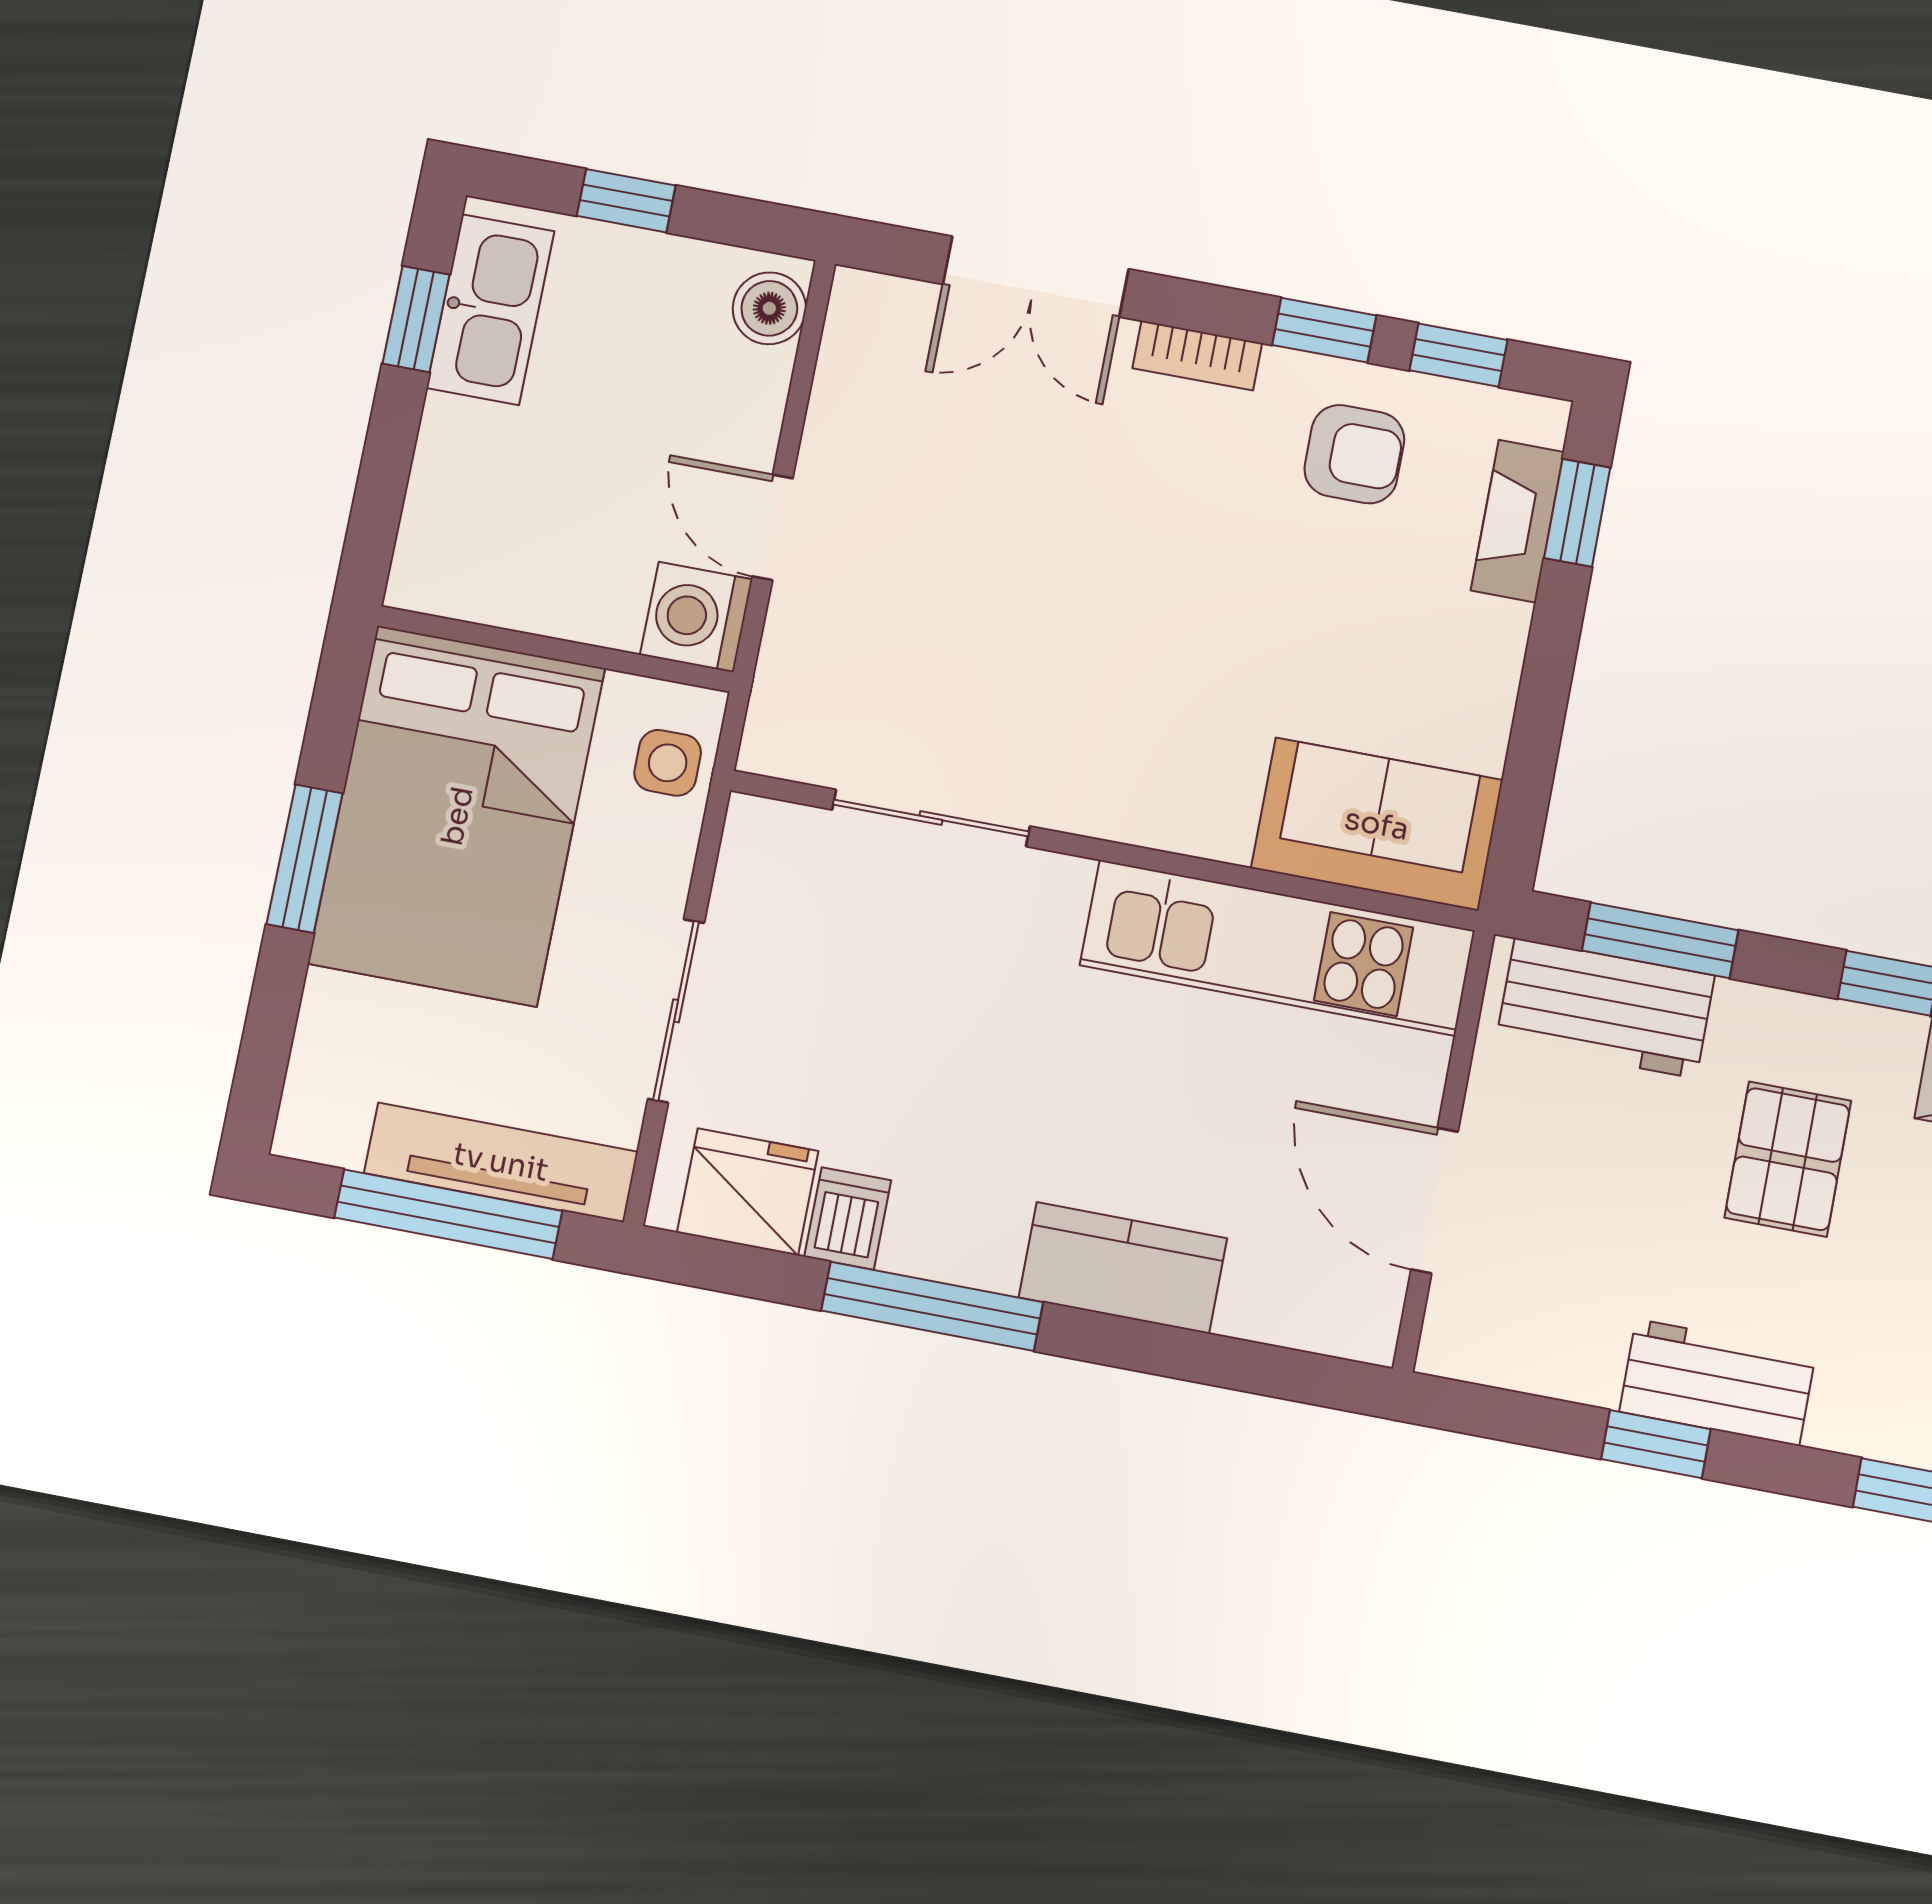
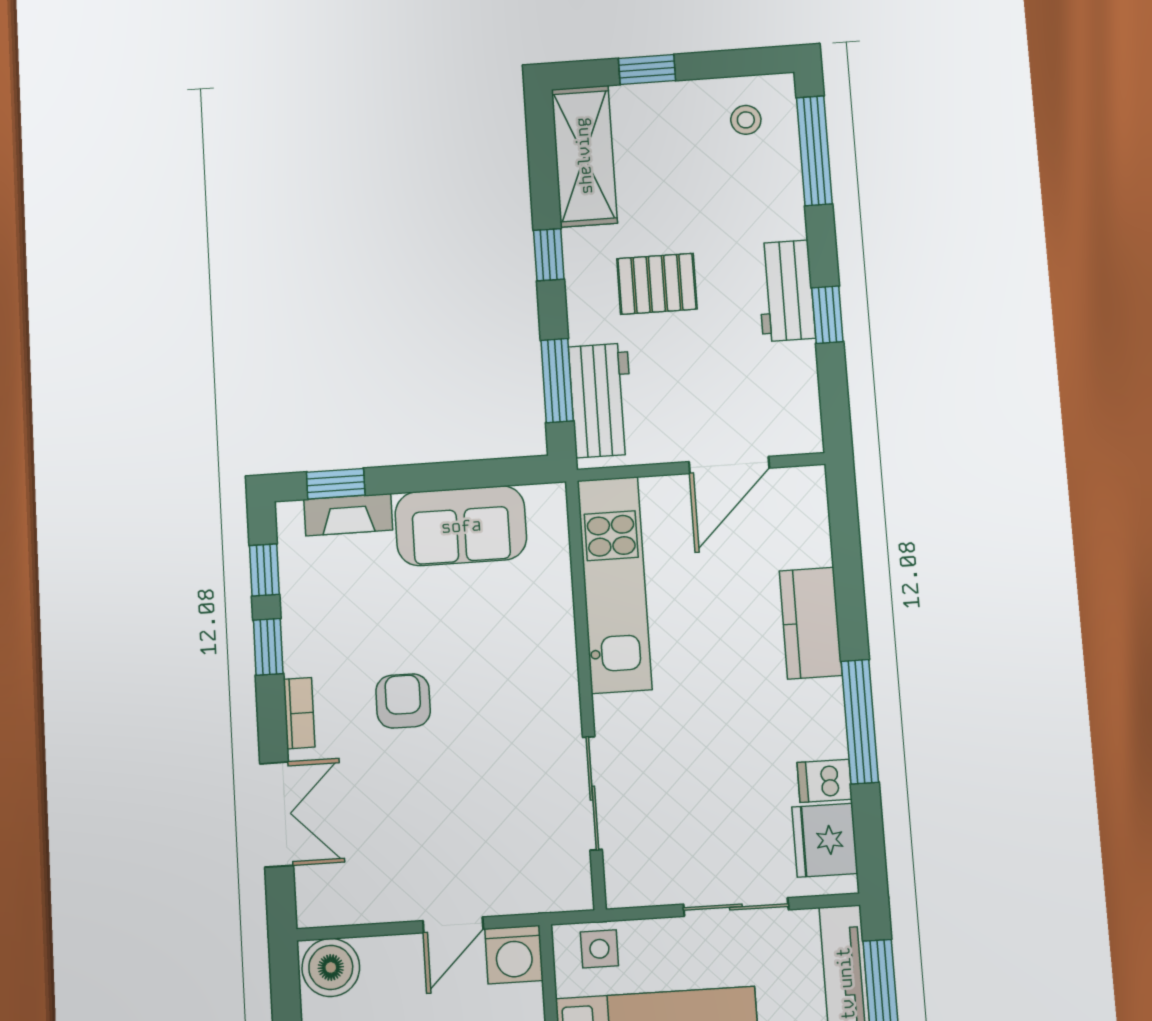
boiler: (769, 308) -> (331, 967), width x1.36, depth x1.36
armchair: (1354, 454) -> (403, 701), moved
sofa: (1377, 824) -> (461, 526), moved, turned -90

